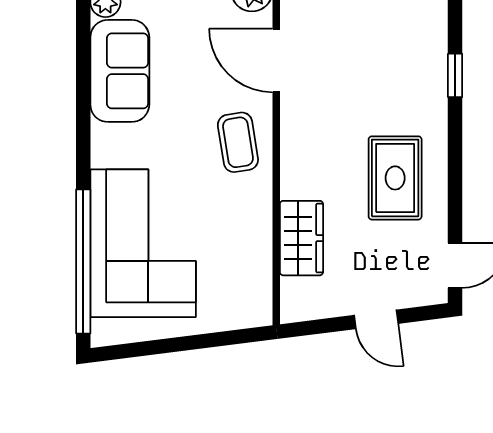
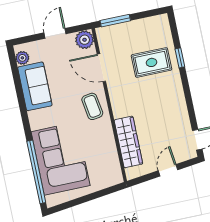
rug: (395, 178) -> (151, 62), moved, turned 90
wardrobe: (301, 238) -> (128, 142), width x1.50
door: (376, 319) -> (168, 170), swing flipped

